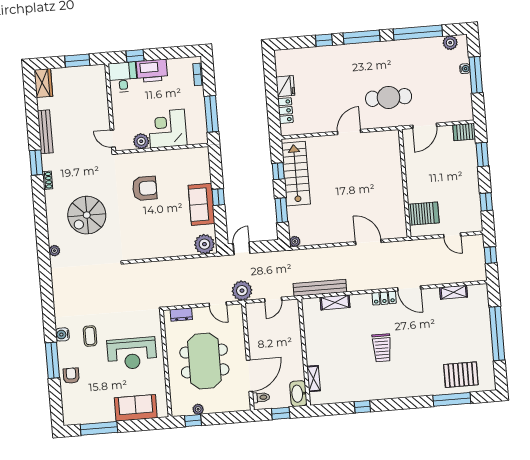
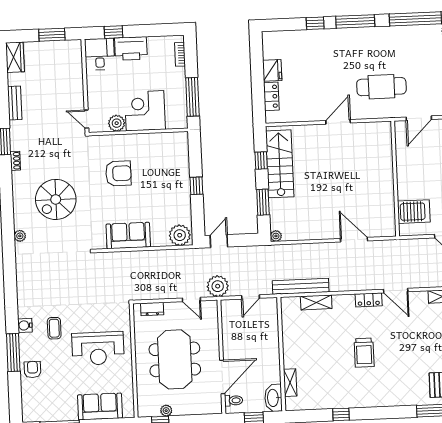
bench: (45, 132) -> (15, 103), width x0.73
sofa: (202, 204) -> (128, 236), moved, turned 90

